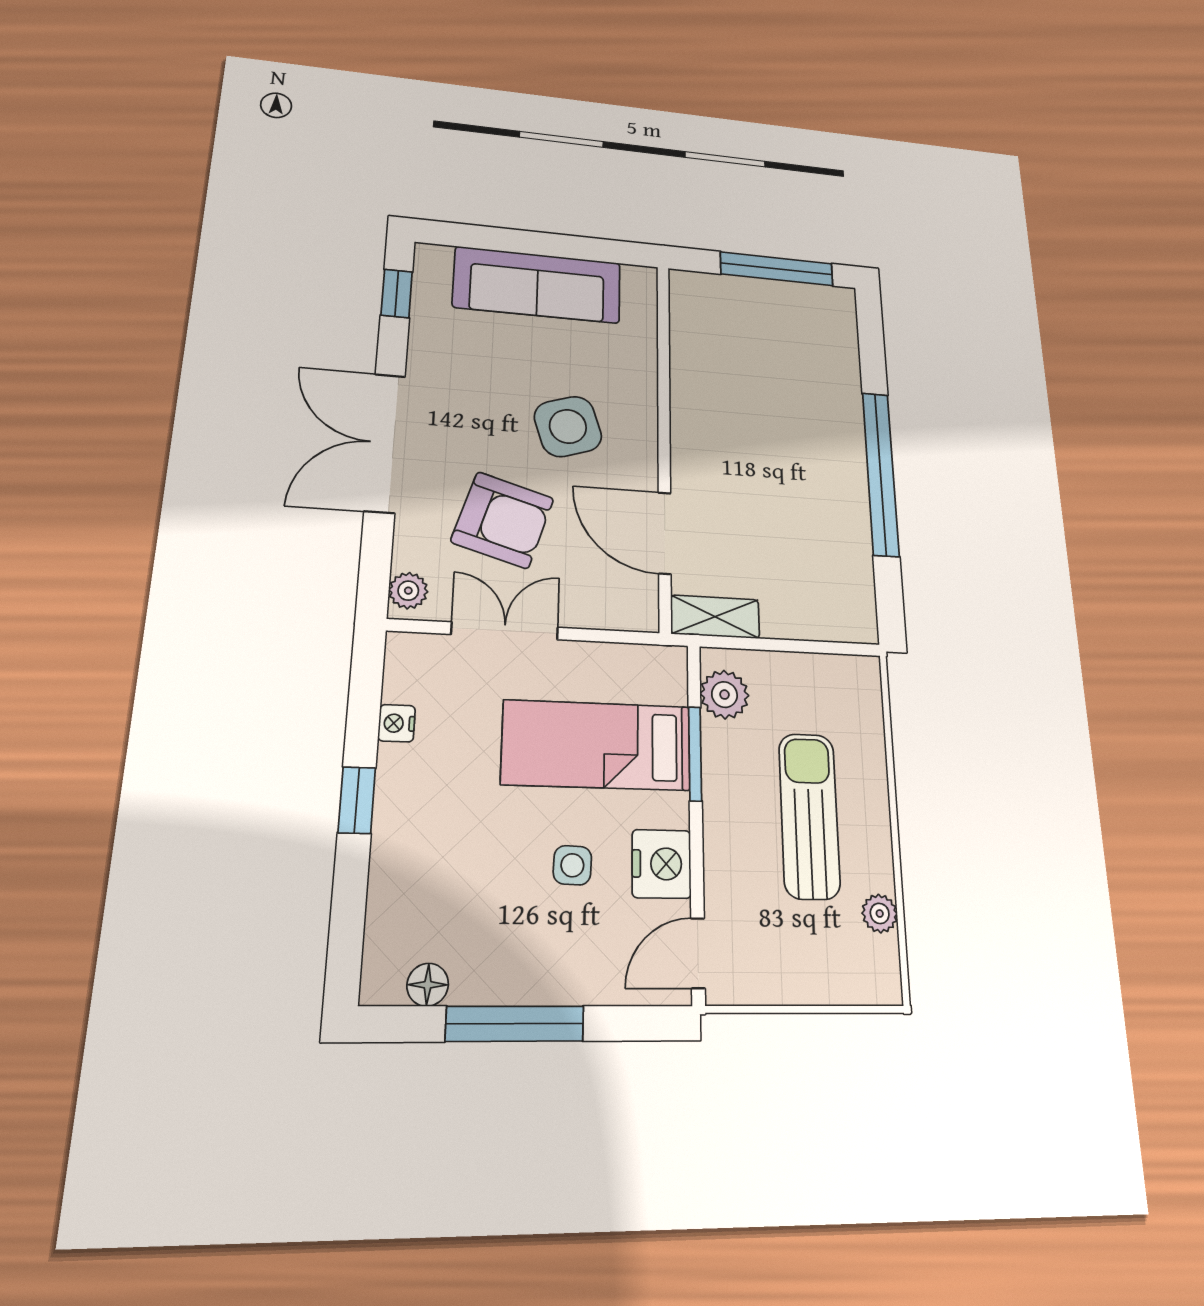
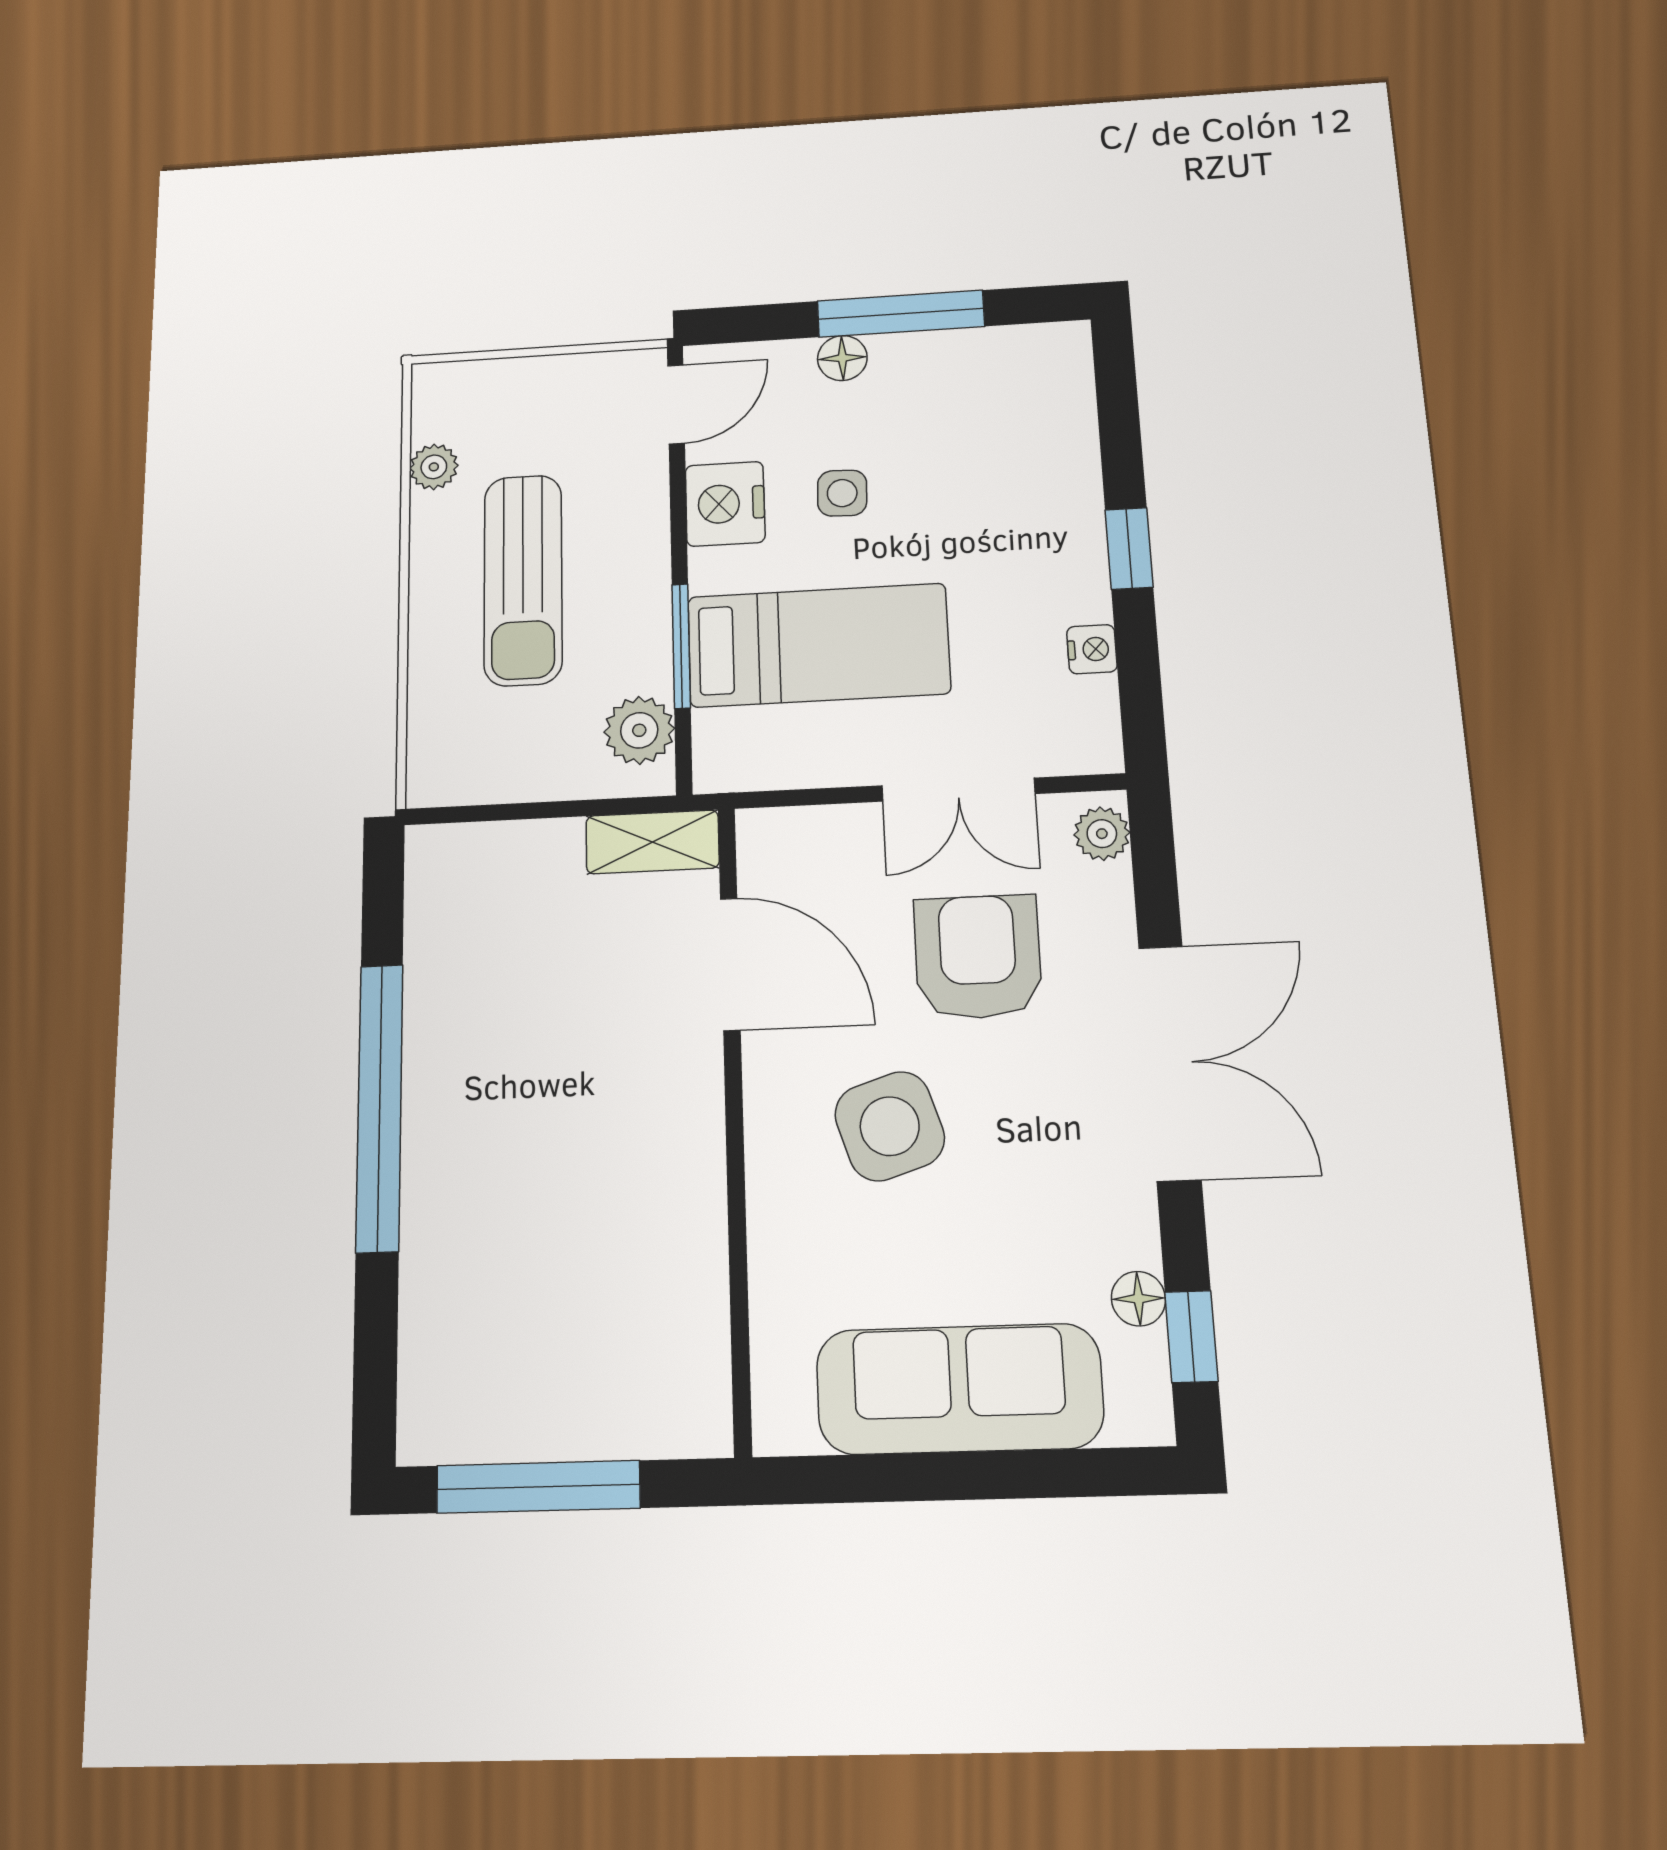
floor lamp: (425, 316) -> (1138, 1299), added
armchair: (502, 520) -> (978, 957), turned 73
floor lamp: (428, 985) -> (842, 358), moved

